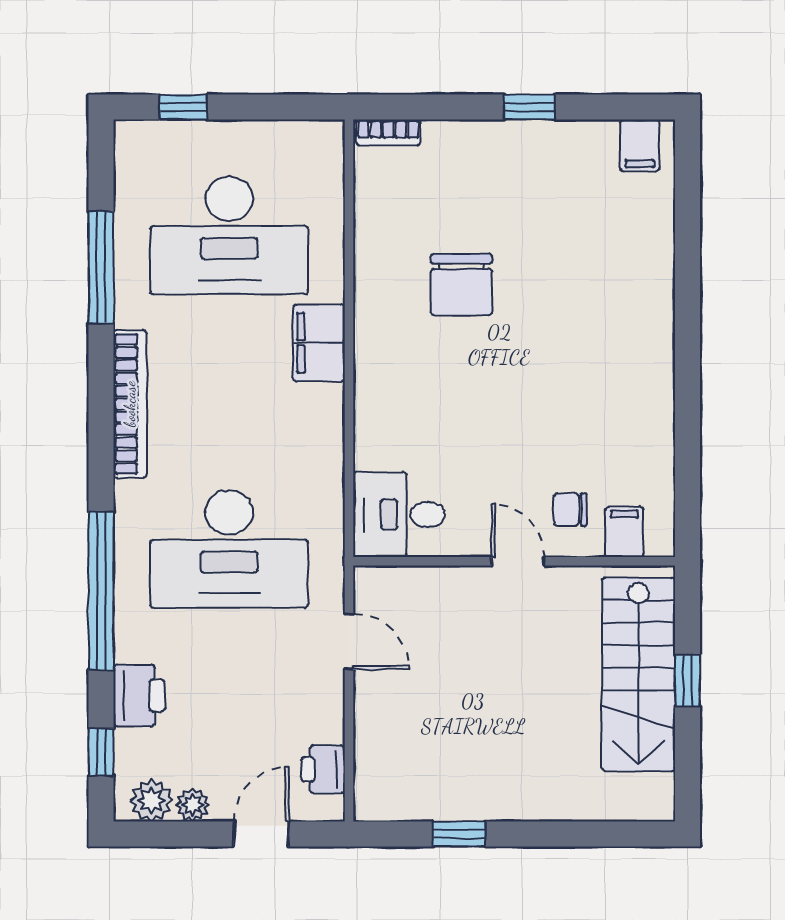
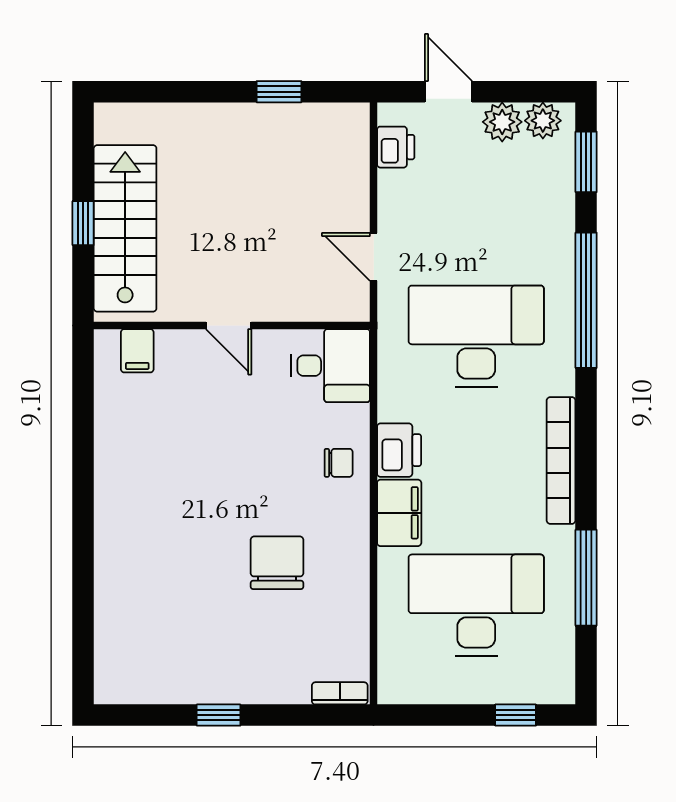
filing cabinet: (640, 146) -> (124, 682), removed
chair: (570, 510) -> (339, 463), moved
printer: (139, 696) -> (399, 450), moved, turned 180
window: (101, 752) -> (586, 162), width x1.50
plant: (193, 805) -> (502, 122), width x1.38, depth x1.38
door: (261, 834) -> (448, 92), swing flipped

